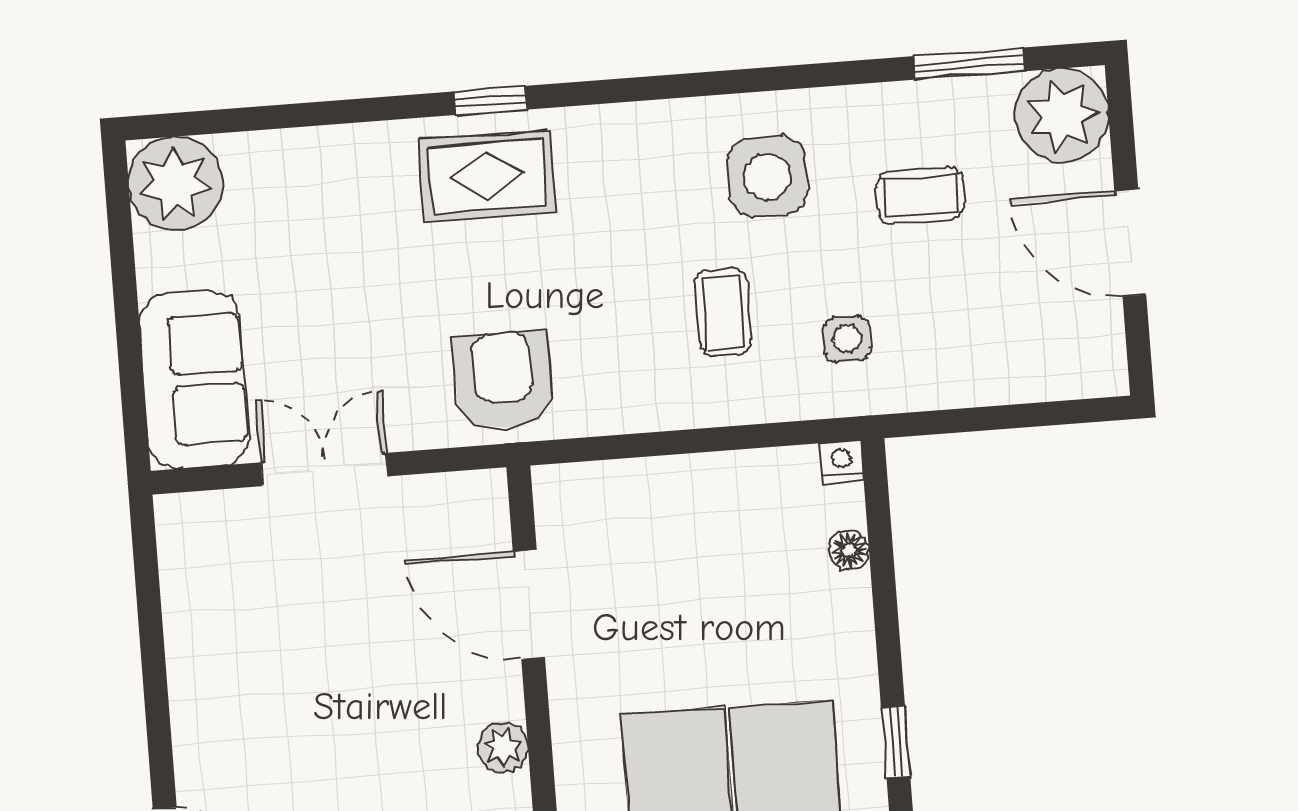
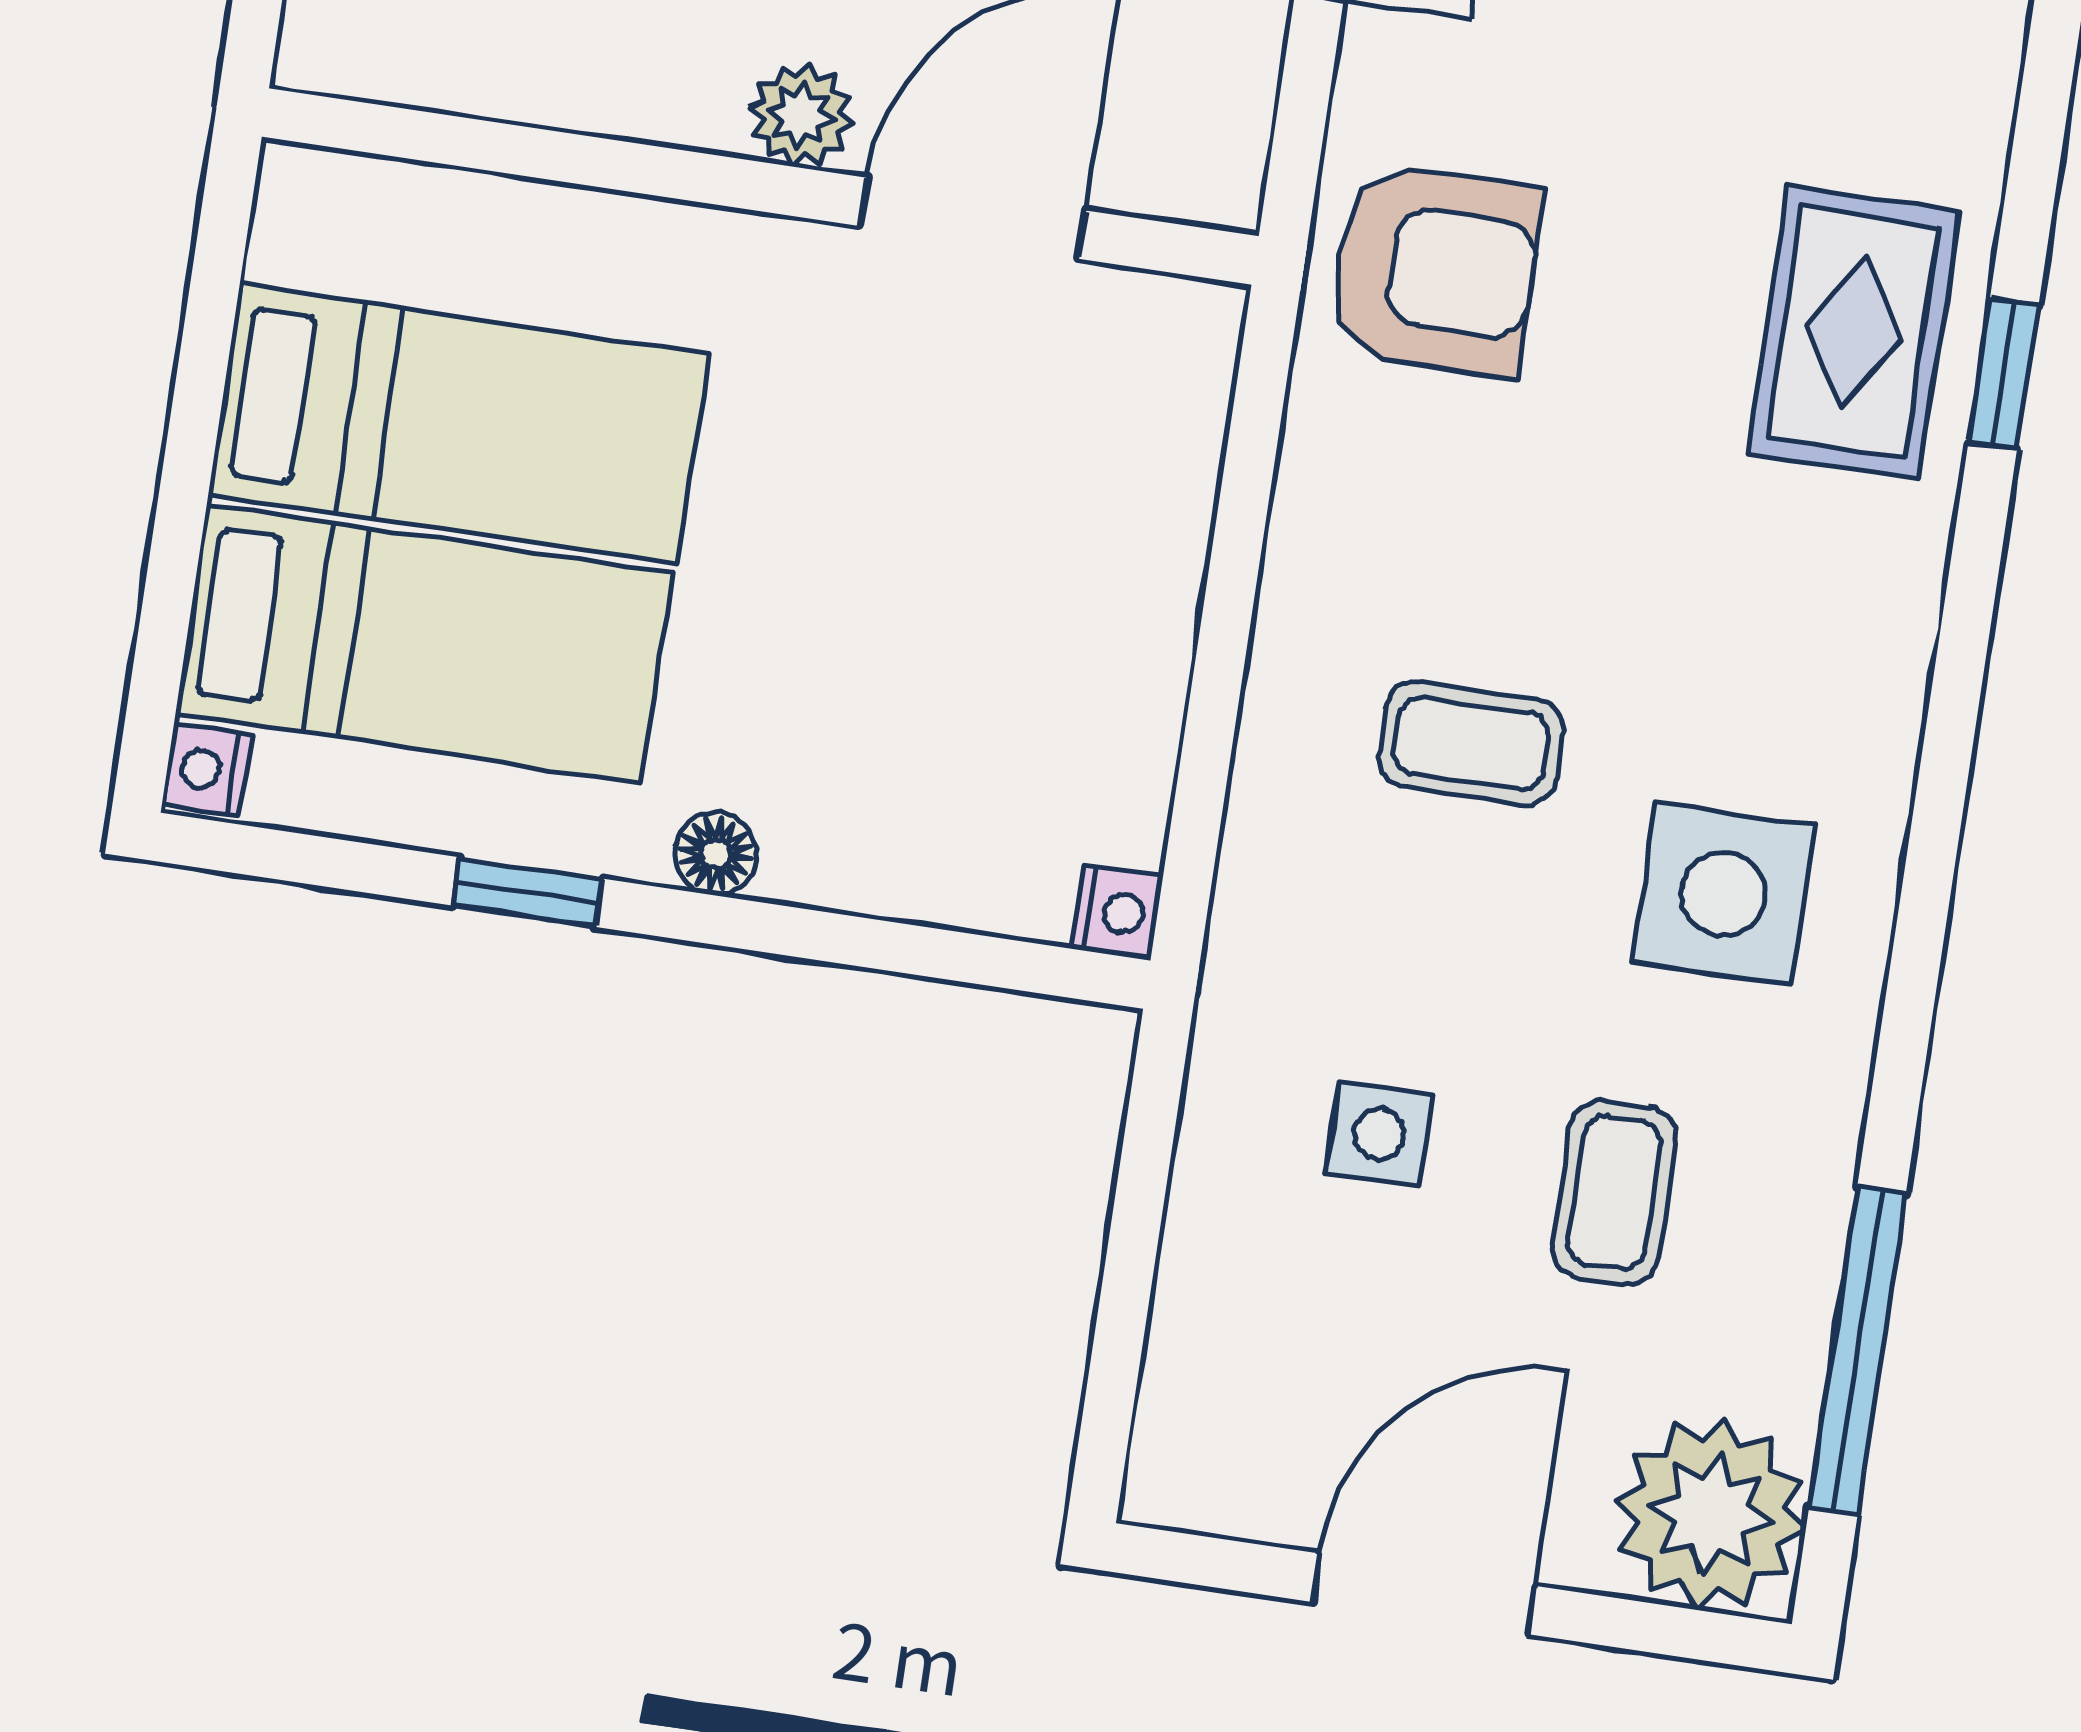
window: (969, 64) -> (1857, 1351), width x1.44
side table: (847, 339) -> (1379, 1134), moved
floor lamp: (849, 550) -> (716, 854), moved
plant: (503, 747) -> (801, 116), moved

